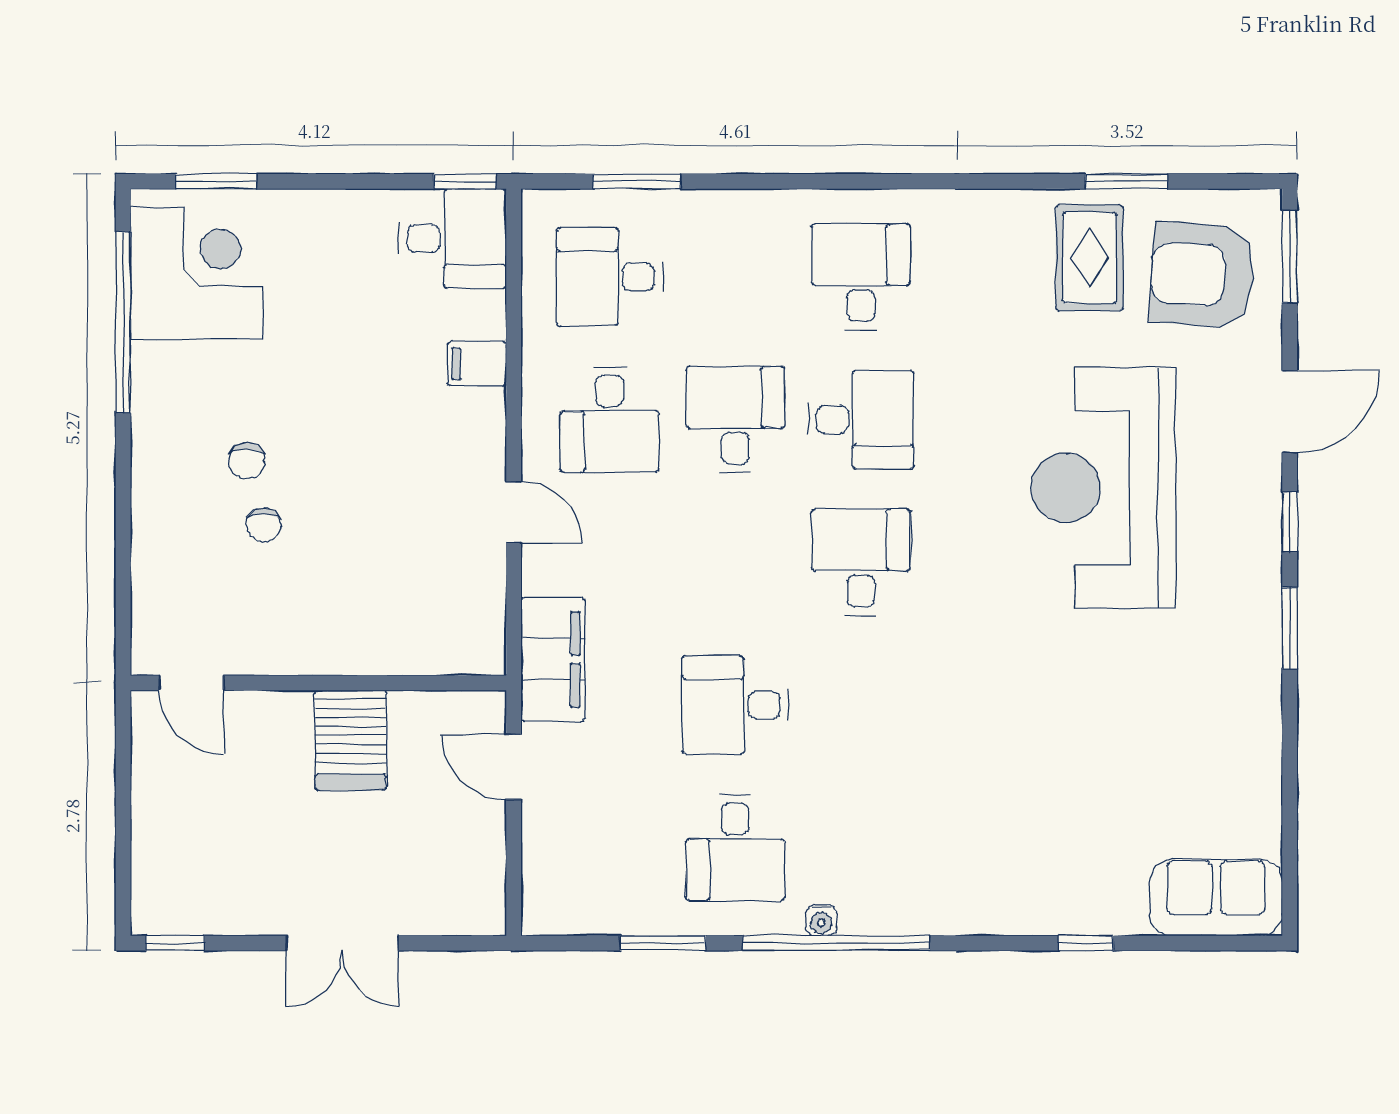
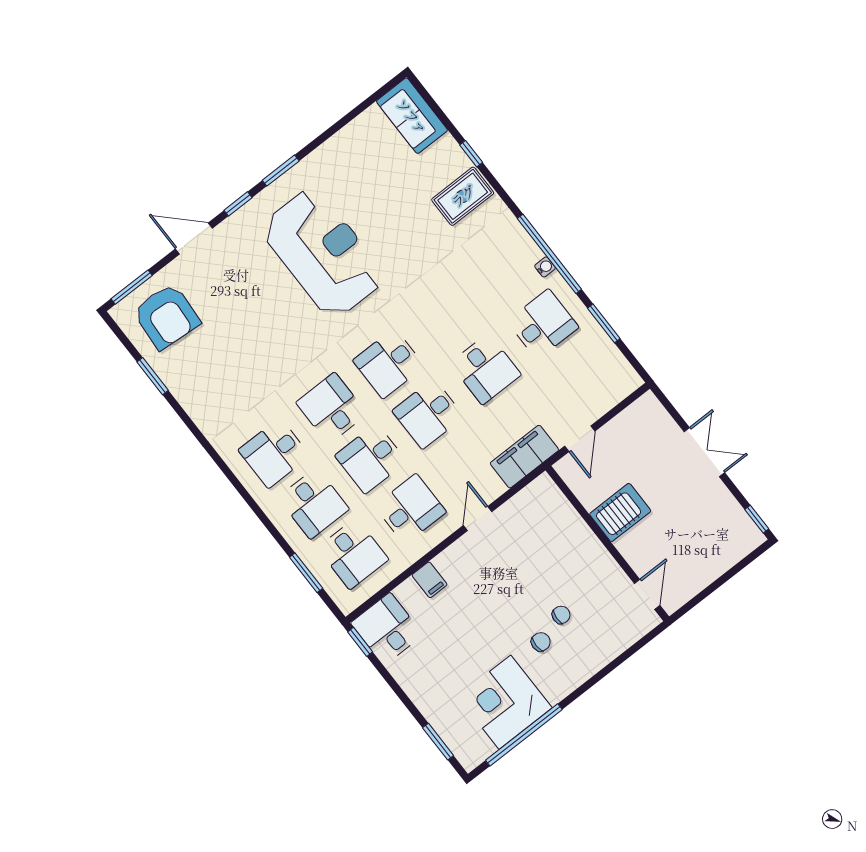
rug: (1090, 258) -> (463, 196), moved
corner desk: (197, 273) -> (505, 702), moved
desk: (735, 277) -> (314, 503), added
reception desk: (1104, 488) -> (323, 253), moved, turned -90
desk: (735, 562) -> (428, 414), added

